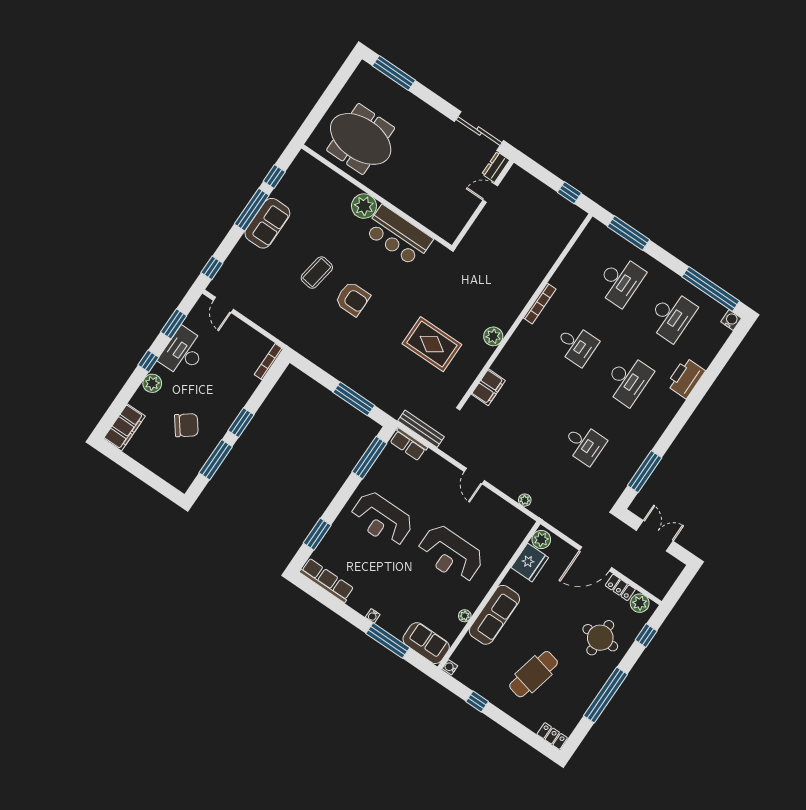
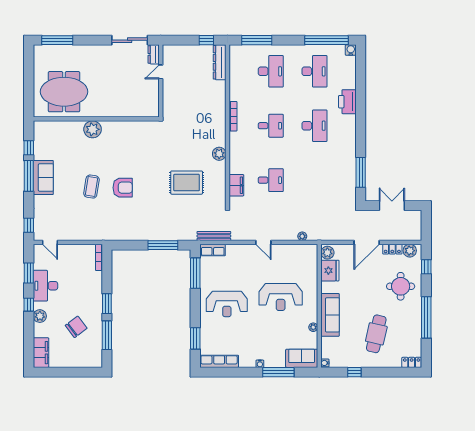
dresser: (567, 229) -> (220, 62), added
bar counter: (398, 236) -> (124, 133), removed
desk: (584, 444) -> (271, 180), moved

